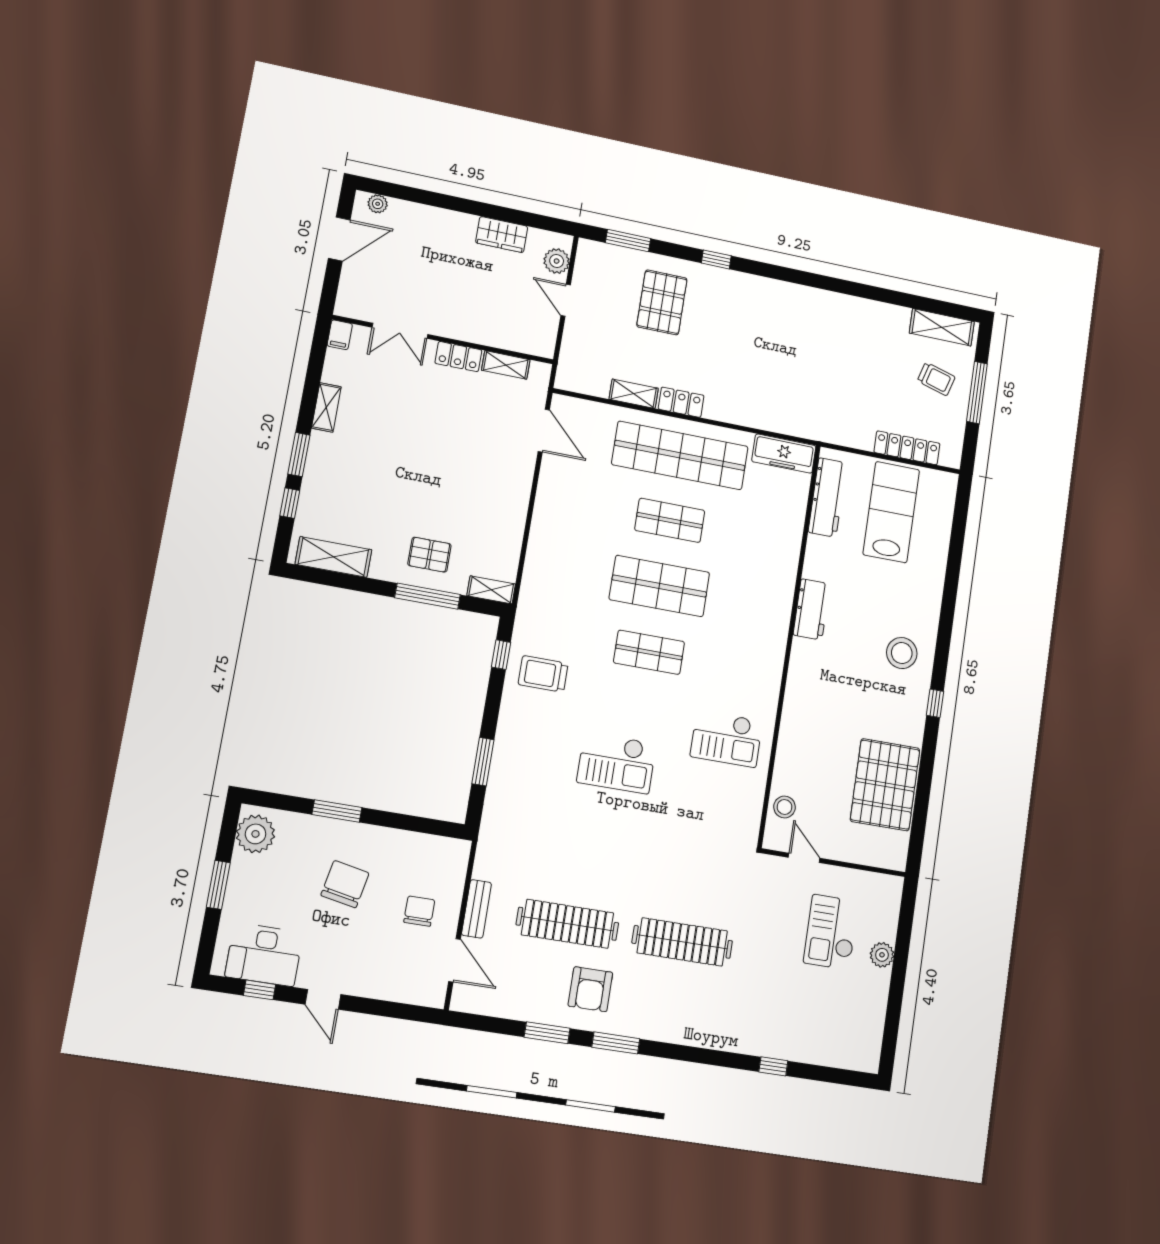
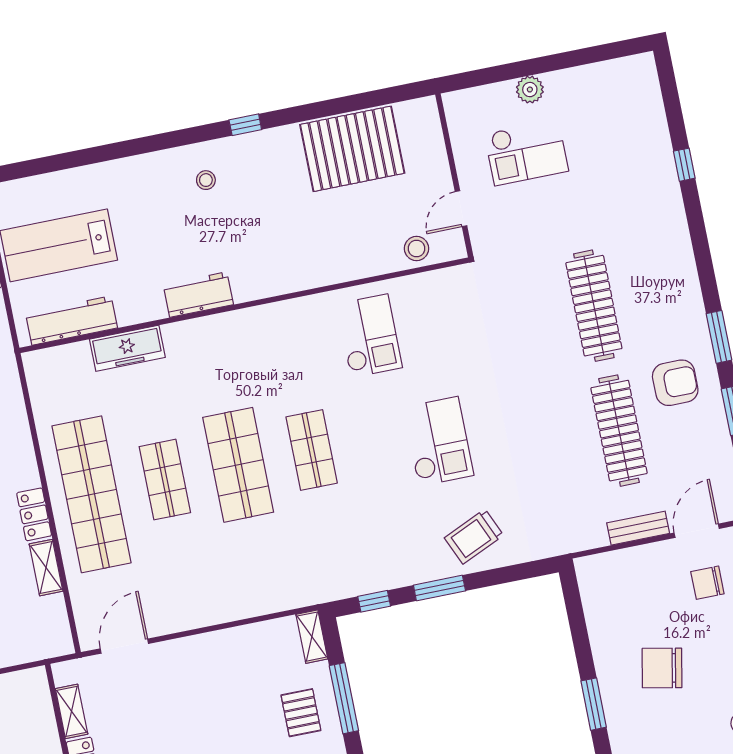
freezer: (784, 454) -> (127, 348), moved, turned 90
stool: (902, 653) -> (206, 180), width x0.53, depth x0.53
trolley: (543, 674) -> (474, 537), moved, turned 66
window: (483, 762) -> (439, 588), moved
chair: (419, 911) -> (707, 583), moved

